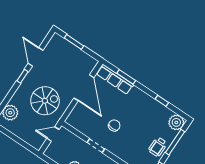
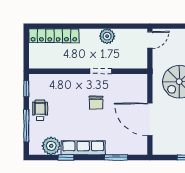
row of seats: (115, 79) -> (83, 148), moved
plant: (176, 122) -> (51, 146), moved
door: (53, 134) -> (150, 40), moved

